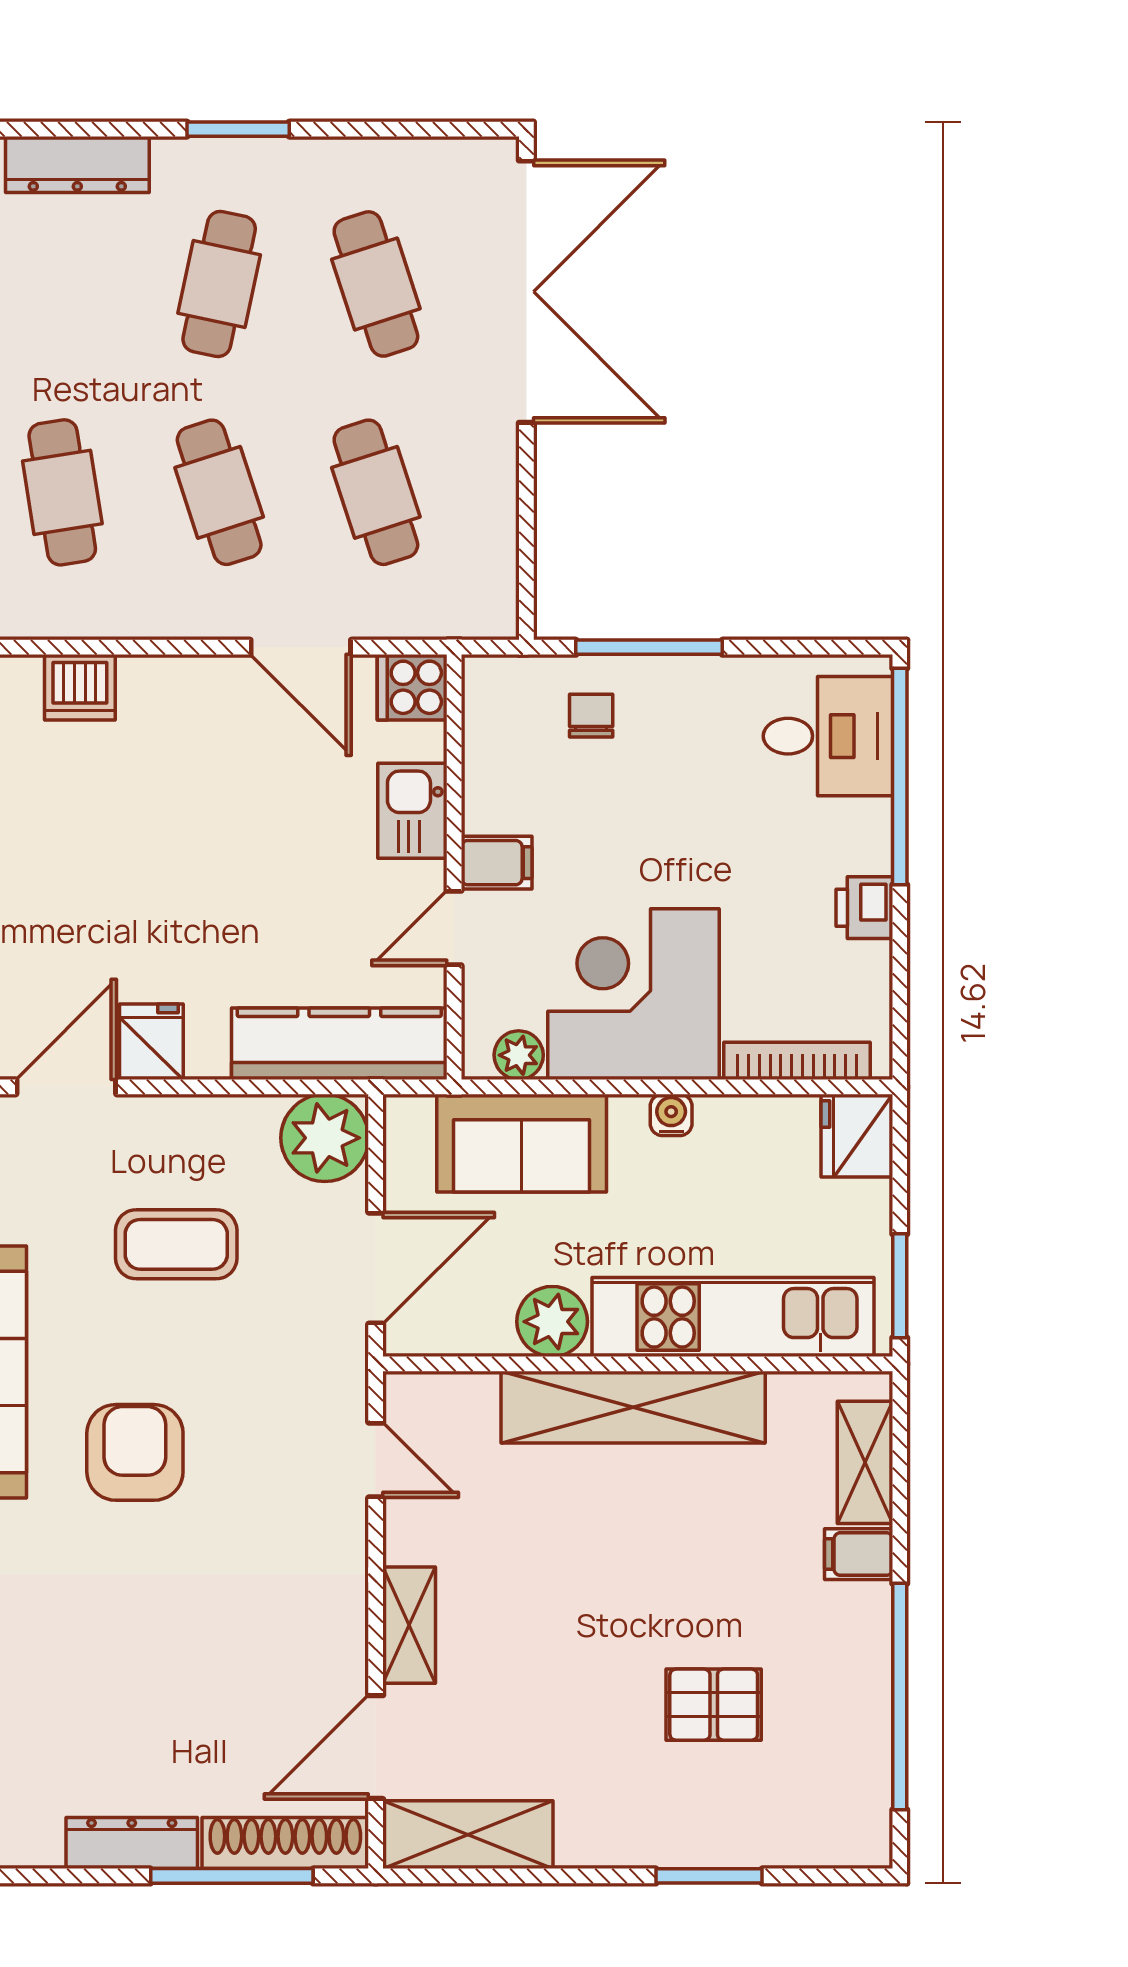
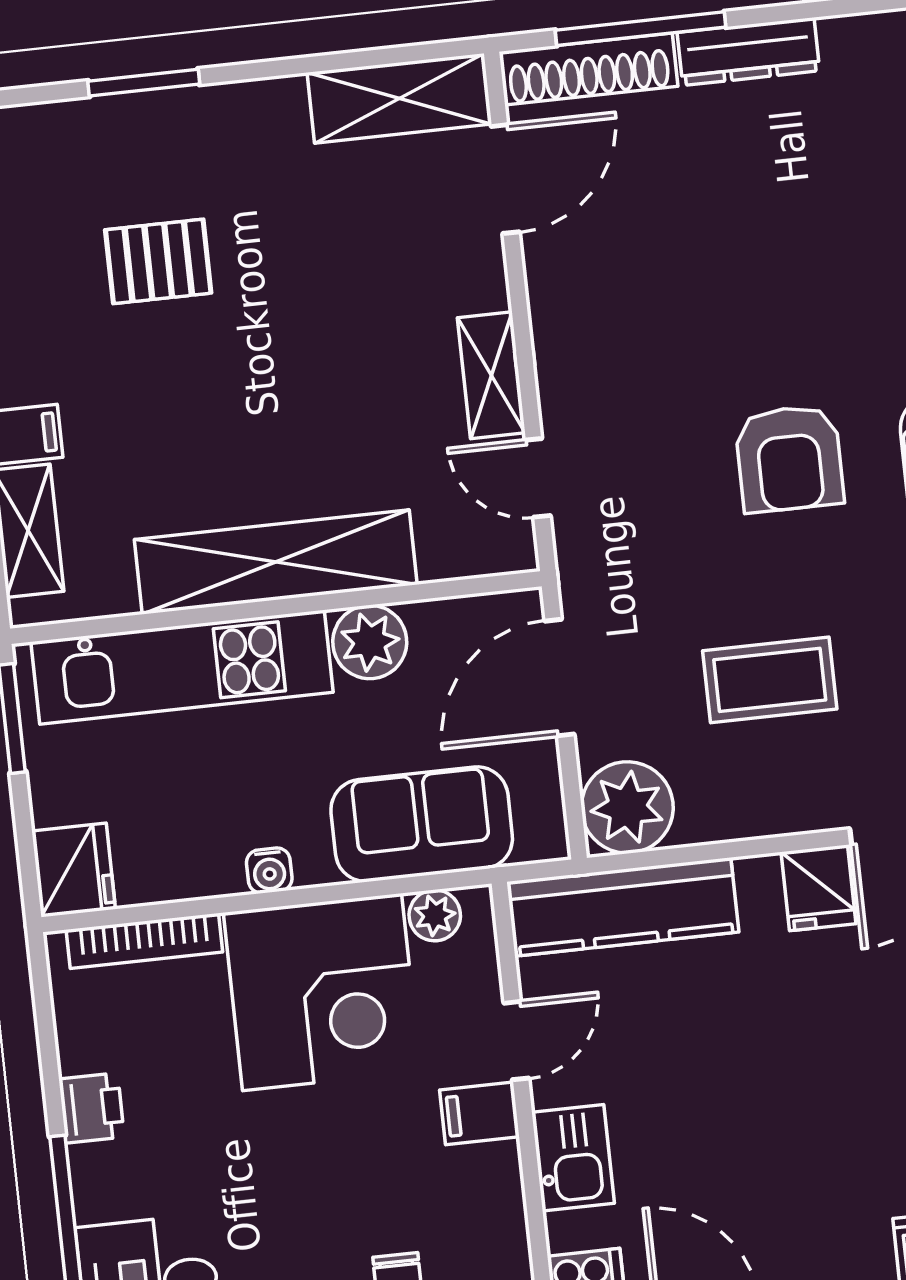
shelving: (409, 1625) -> (491, 375), moved

